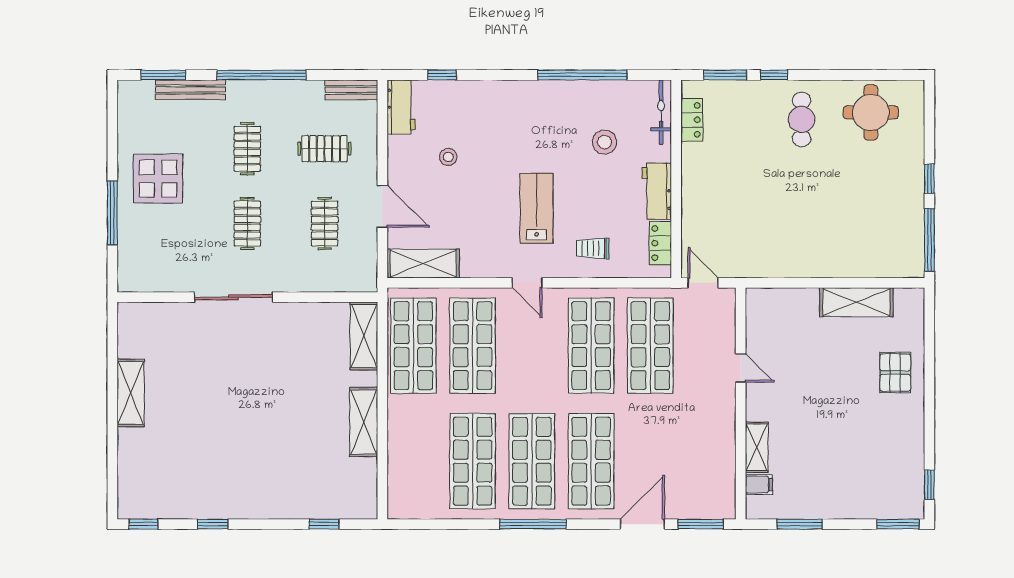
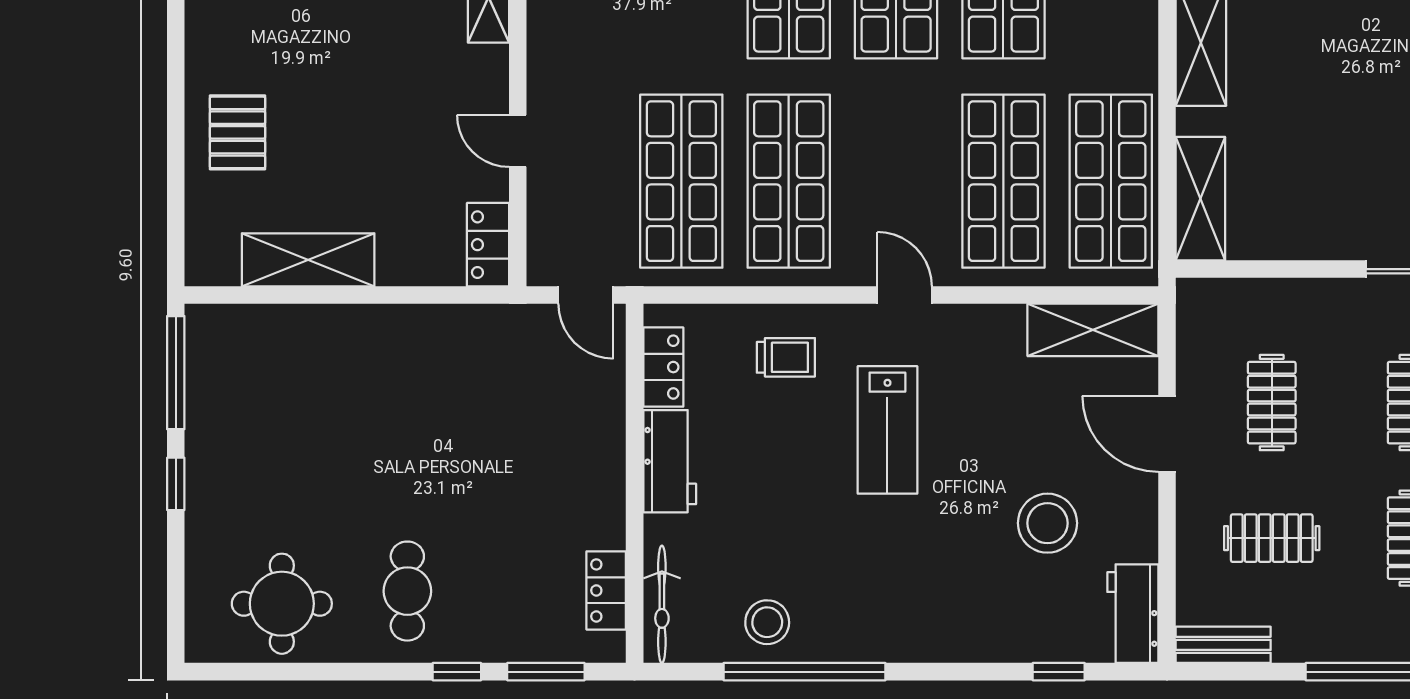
stool: (605, 142) -> (767, 622), moved
stool: (448, 157) -> (1048, 523), width x1.89, depth x1.89
locker: (757, 311) -> (488, 245), added

